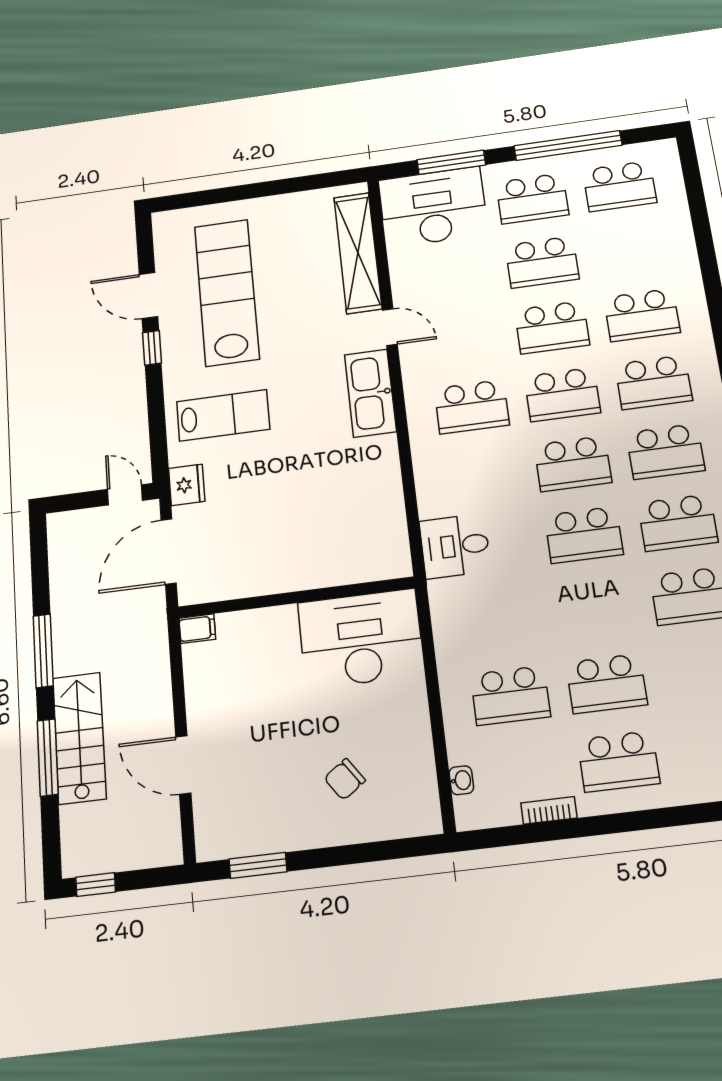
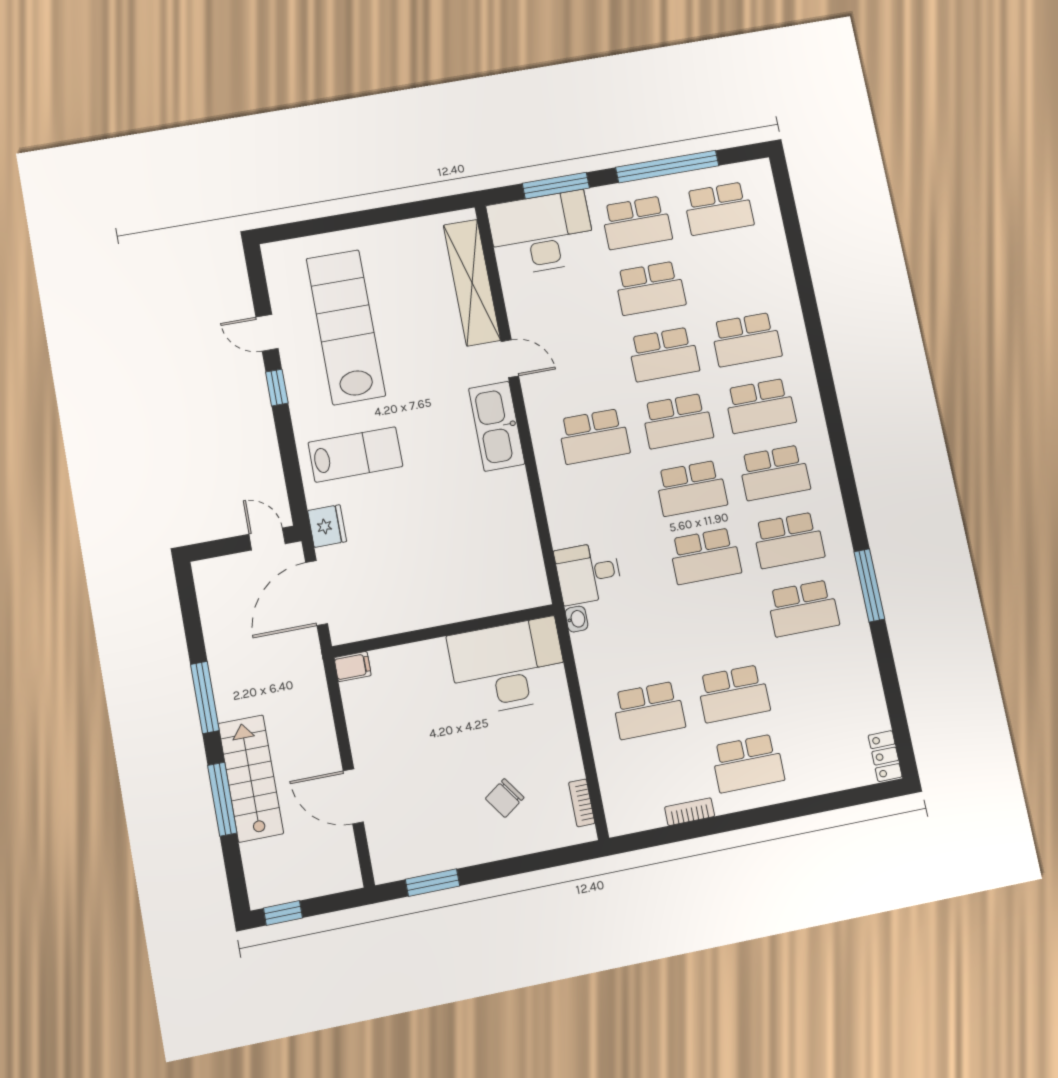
door: (148, 296) -> (267, 333), width x0.73
washbasin: (461, 780) -> (577, 619), moved
bookcase: (429, 791) -> (582, 803), added

